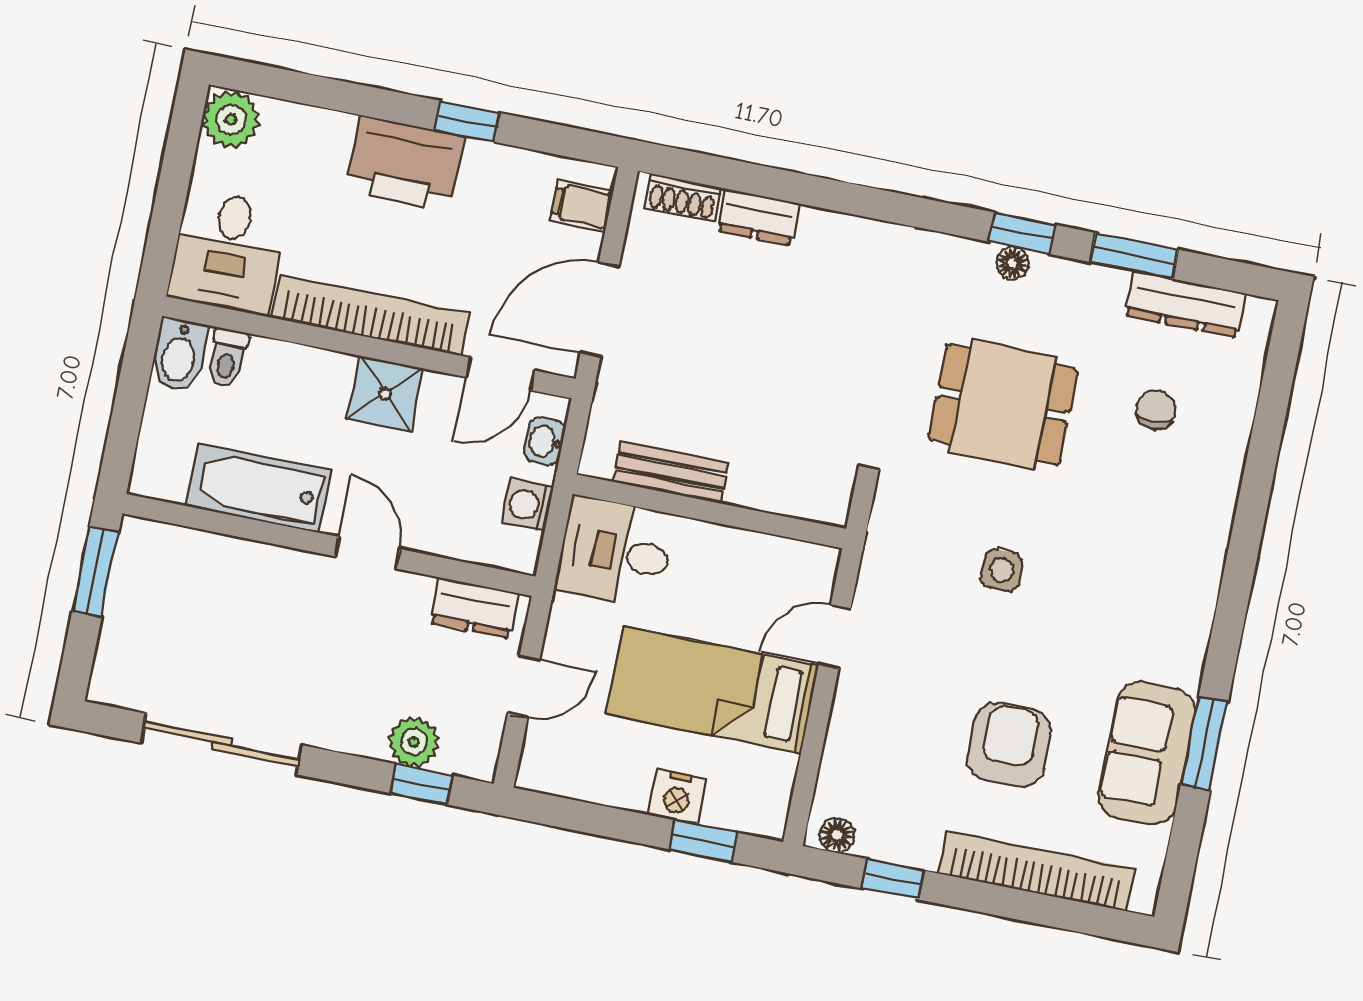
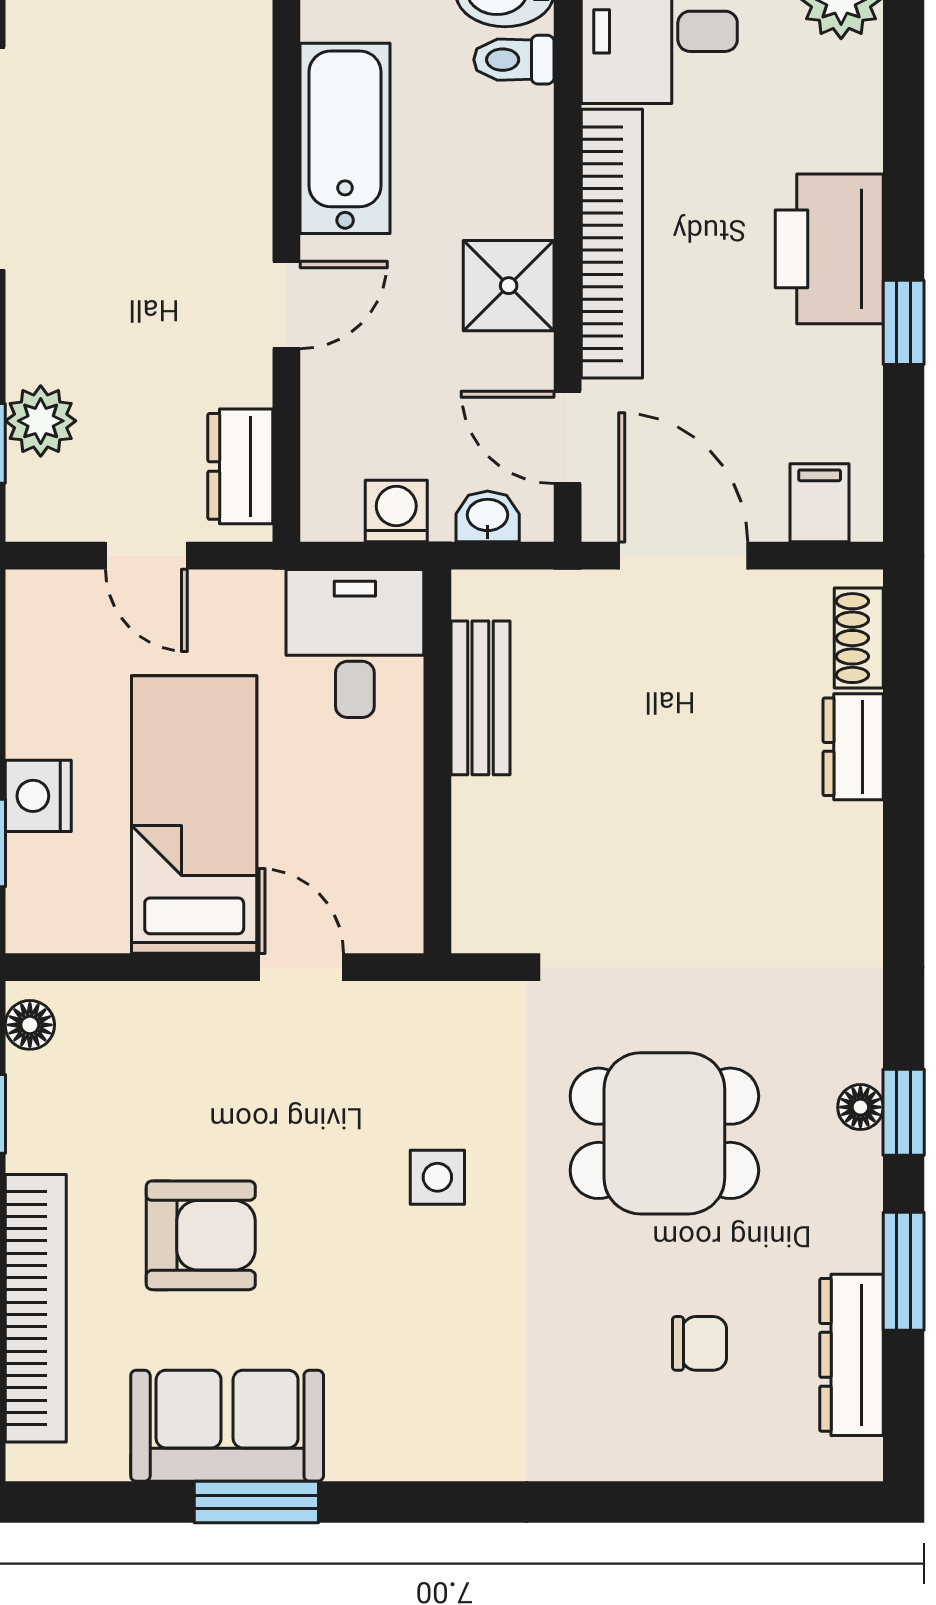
dining table: (1003, 404) -> (664, 1133), turned 90

